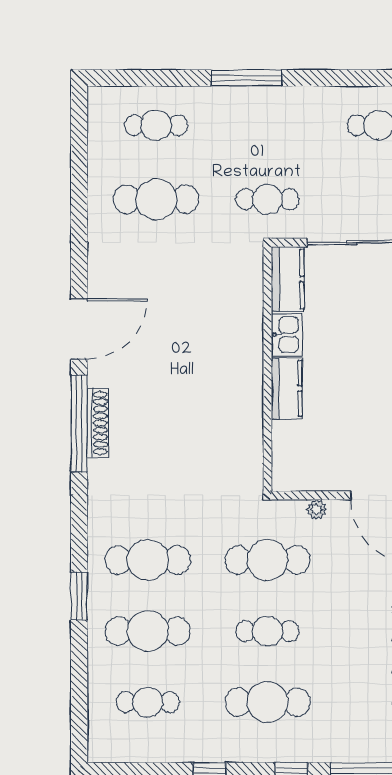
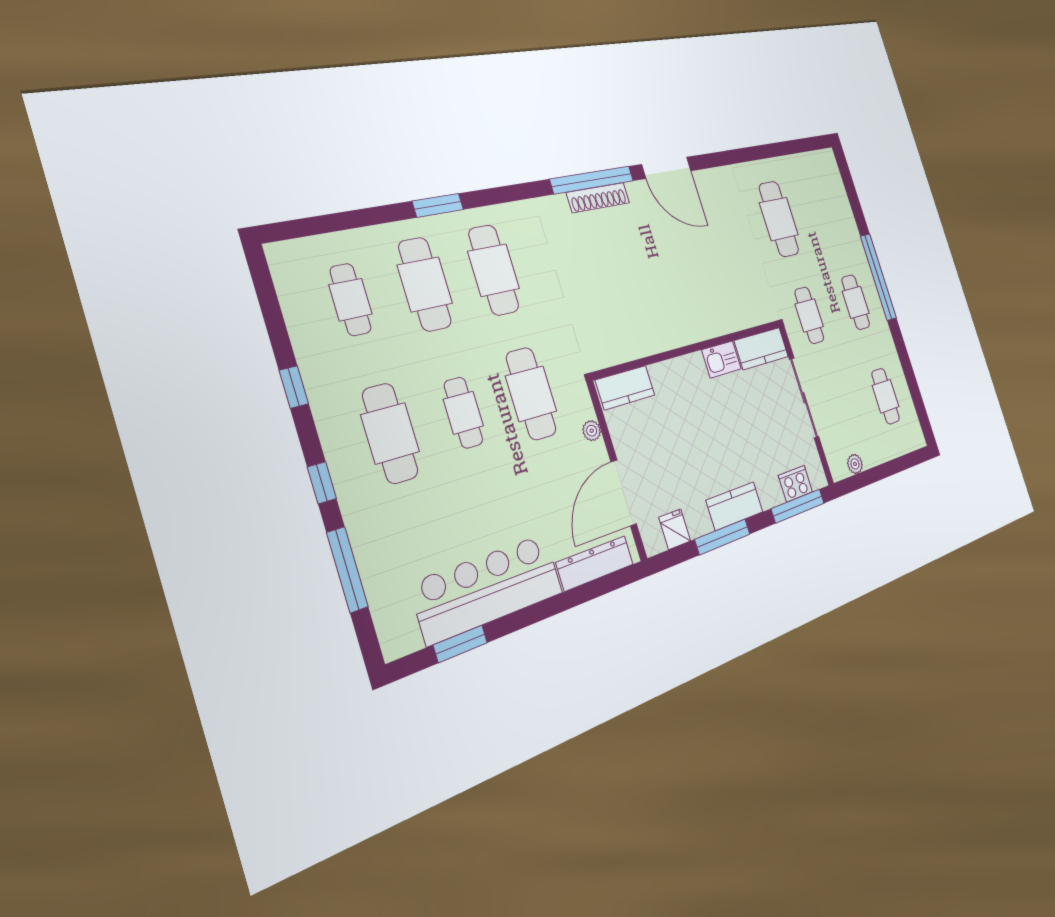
window: (247, 78) -> (878, 277), width x1.46
cafe table: (156, 125) -> (856, 302), moved
kitchen counter: (287, 388) -> (625, 388), moved

